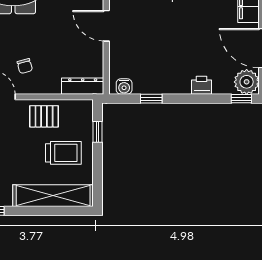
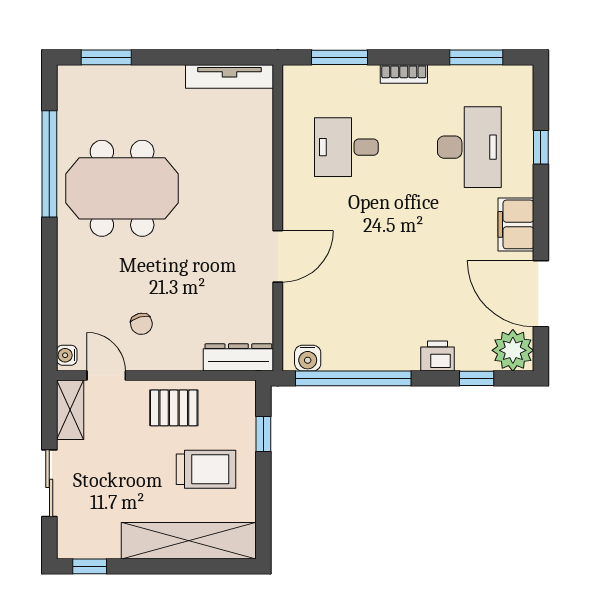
door: (106, 26) -> (278, 256), swing flipped
window: (151, 99) -> (353, 378), width x3.17
window: (241, 99) -> (477, 378), moved

